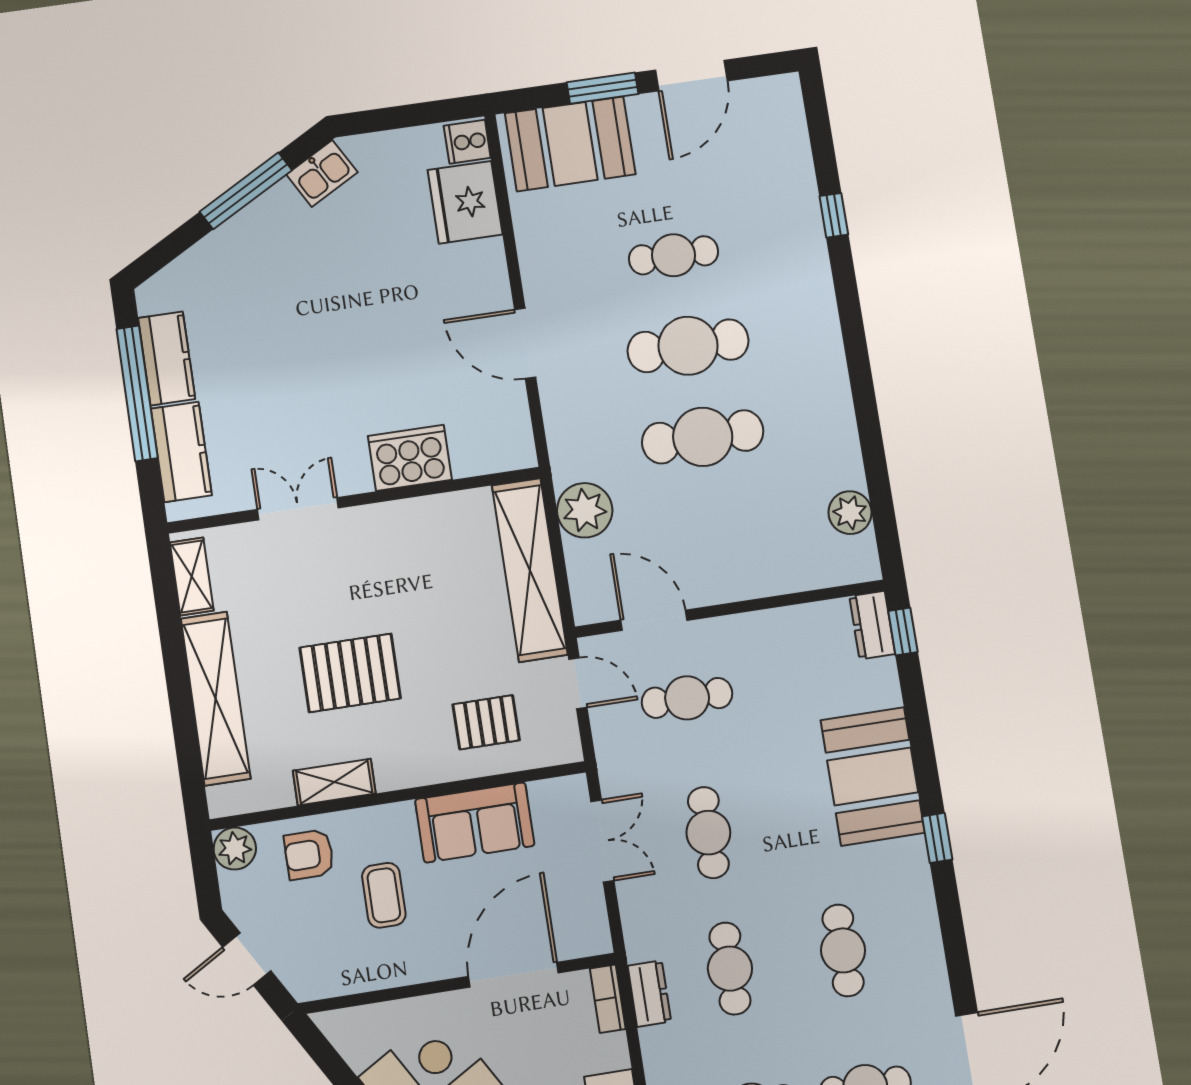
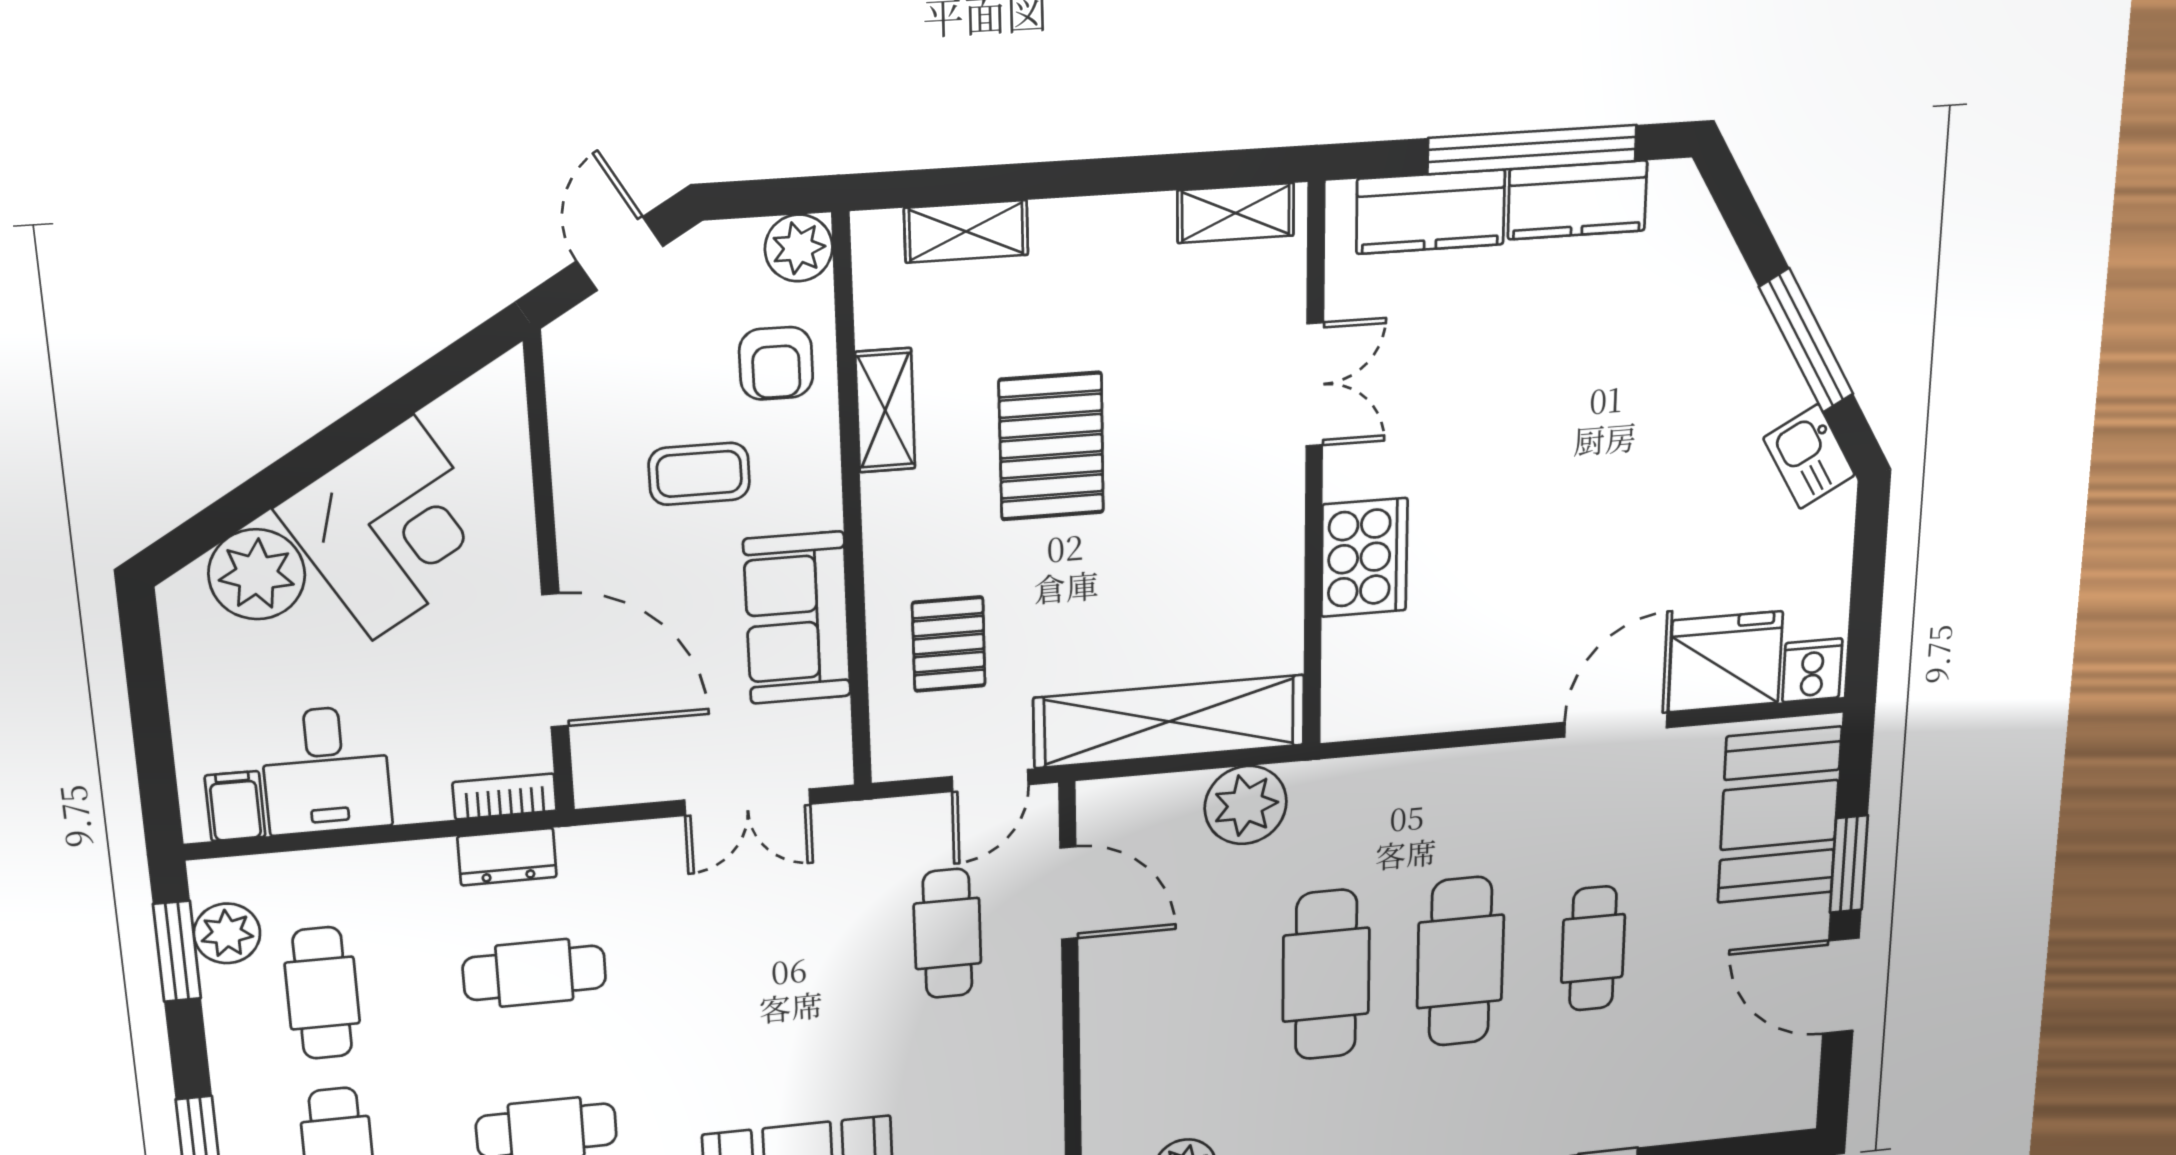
door: (525, 343) -> (1616, 725), moved
door: (654, 620) -> (1069, 893), hinge flipped
shelving: (216, 699) -> (966, 231), width x0.45, depth x0.75
cafe table: (708, 833) -> (743, 953), removed
armchair: (309, 855) -> (776, 363), turned 180

